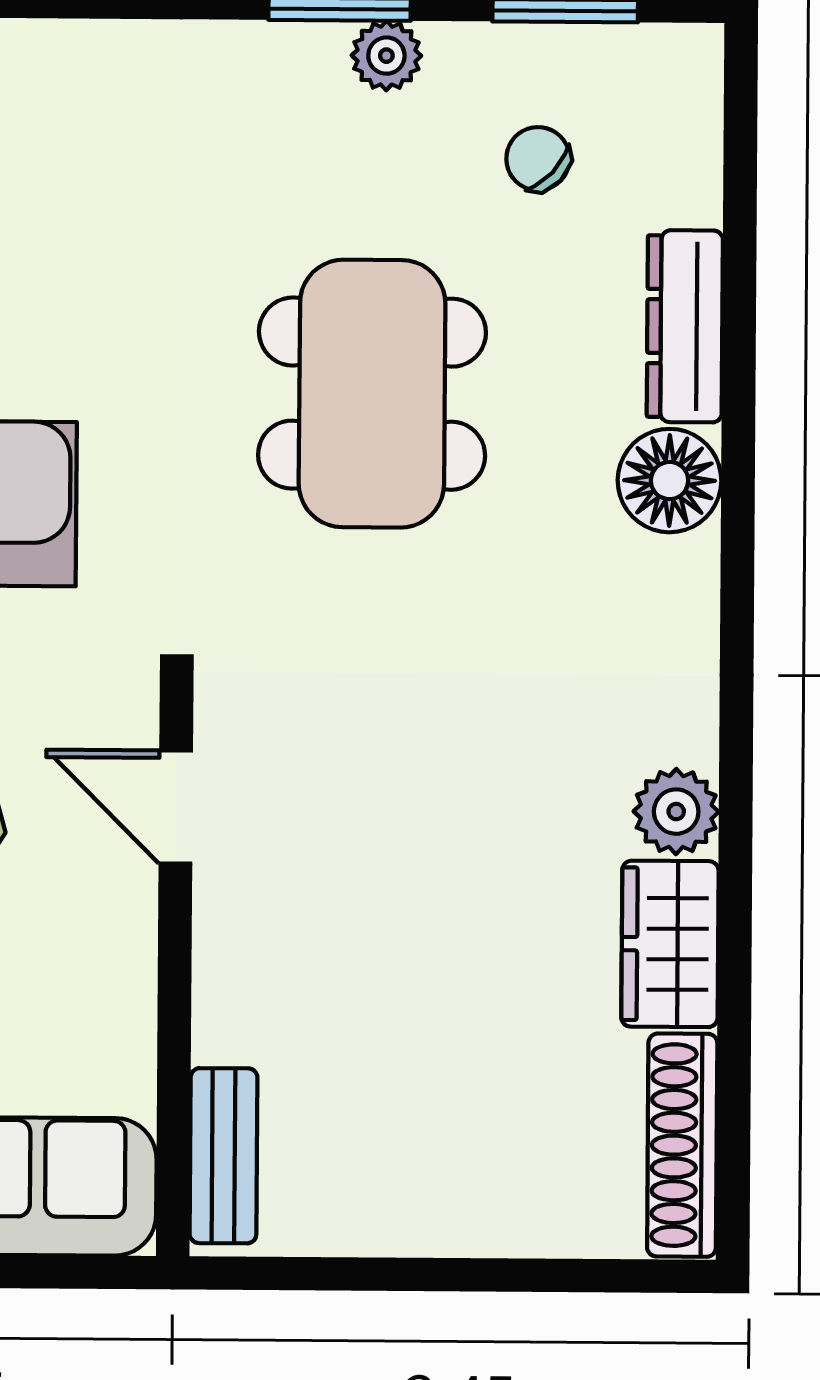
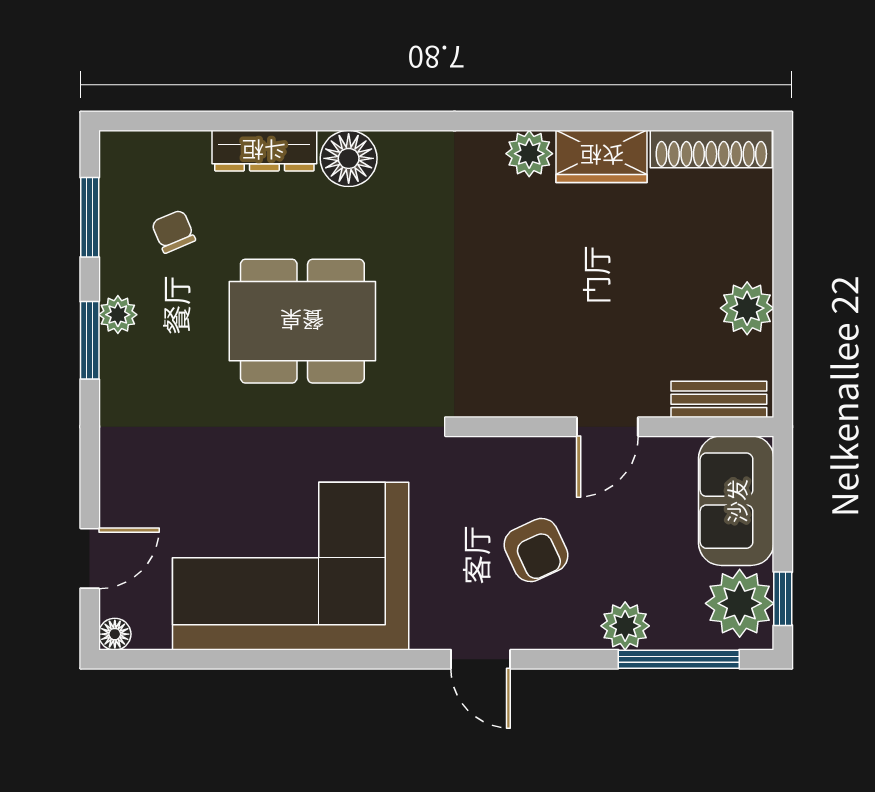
chair: (538, 159) -> (173, 231), turned 114
door: (176, 807) -> (607, 427), moved
plant: (390, 1209) -> (747, 308), added

